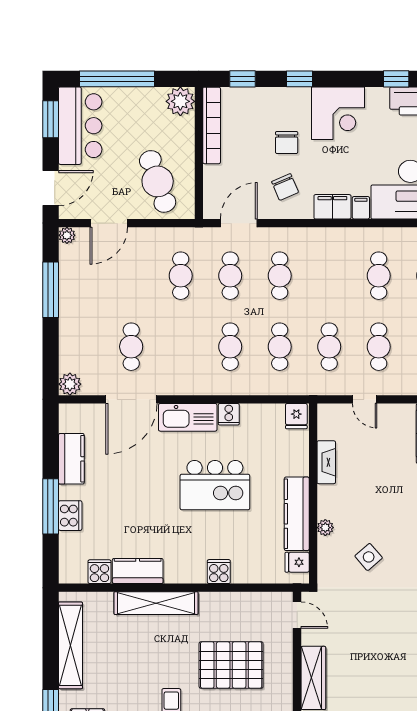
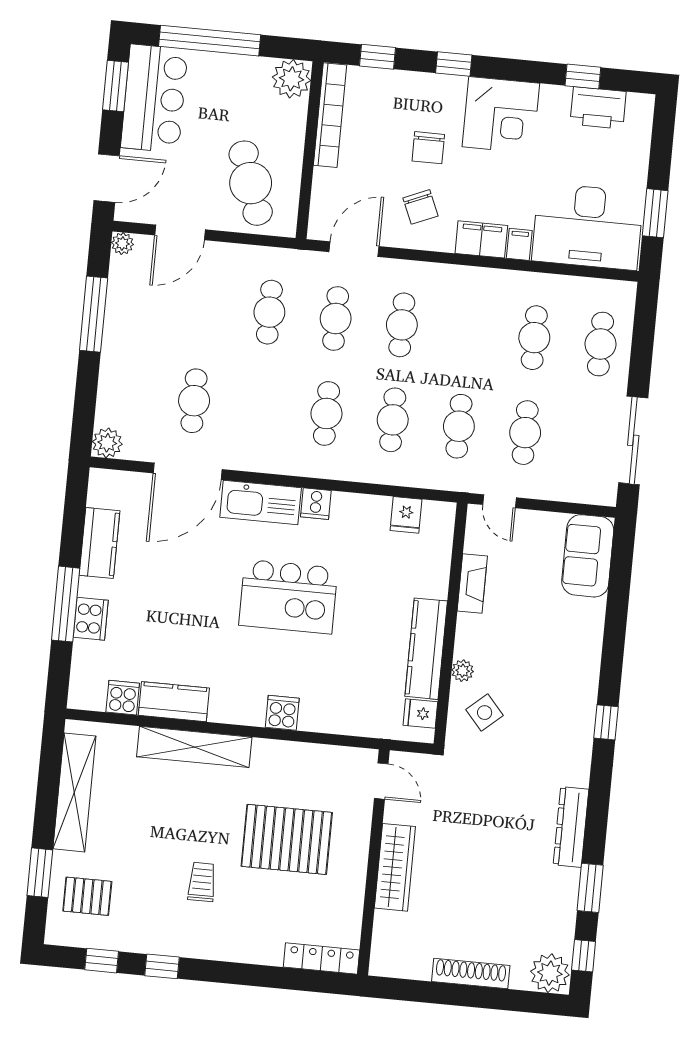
fireplace: (326, 462) -> (472, 583), moved
wall: (313, 493) -> (451, 624), moved
kitchen counter: (297, 514) -> (426, 649), moved
plant: (325, 528) -> (463, 671), moved
fridge: (297, 562) -> (420, 714), moved

